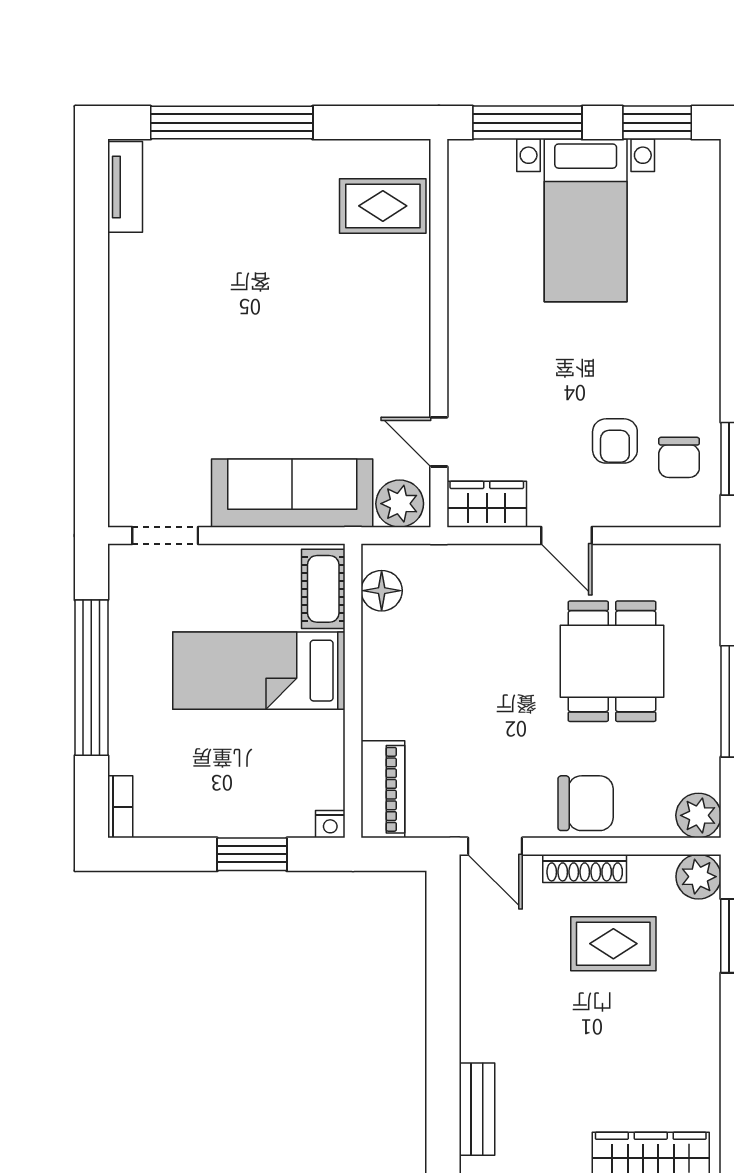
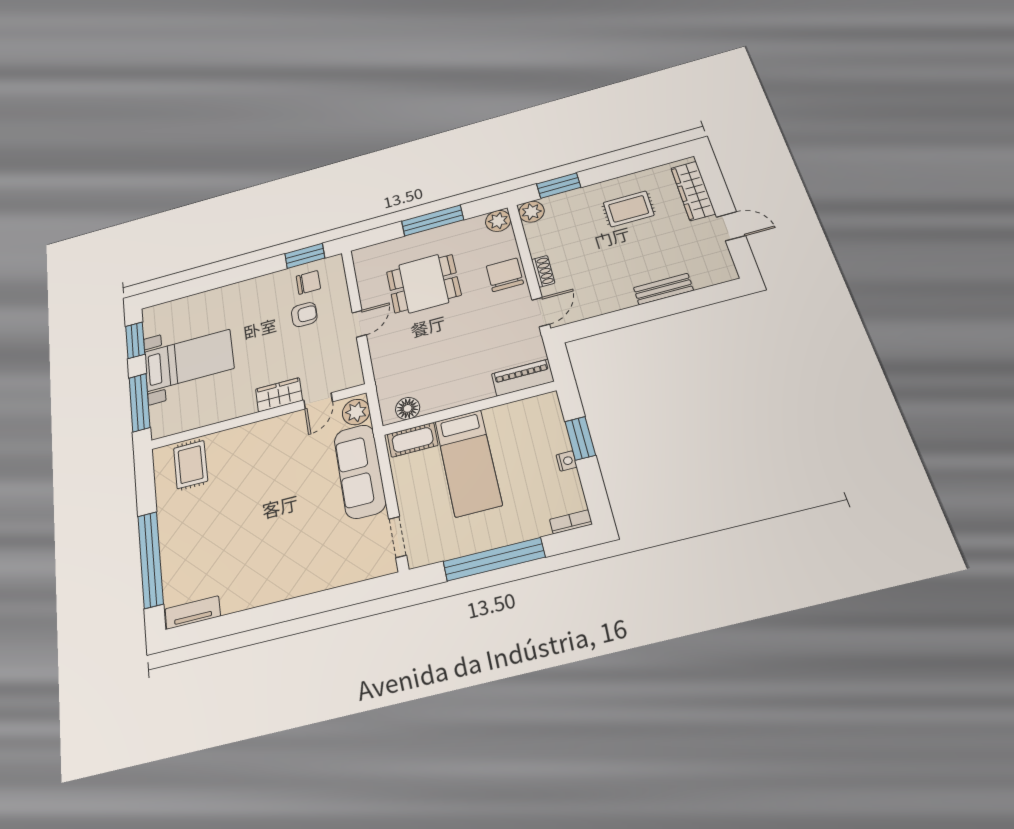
wardrobe: (487, 504) -> (279, 395), moved, turned 90
nightstand: (330, 824) -> (567, 461), moved
shoe rack: (585, 869) -> (543, 271), width x0.70
rug: (613, 944) -> (629, 209), moved, turned 90
bench: (477, 1109) -> (663, 289), moved

